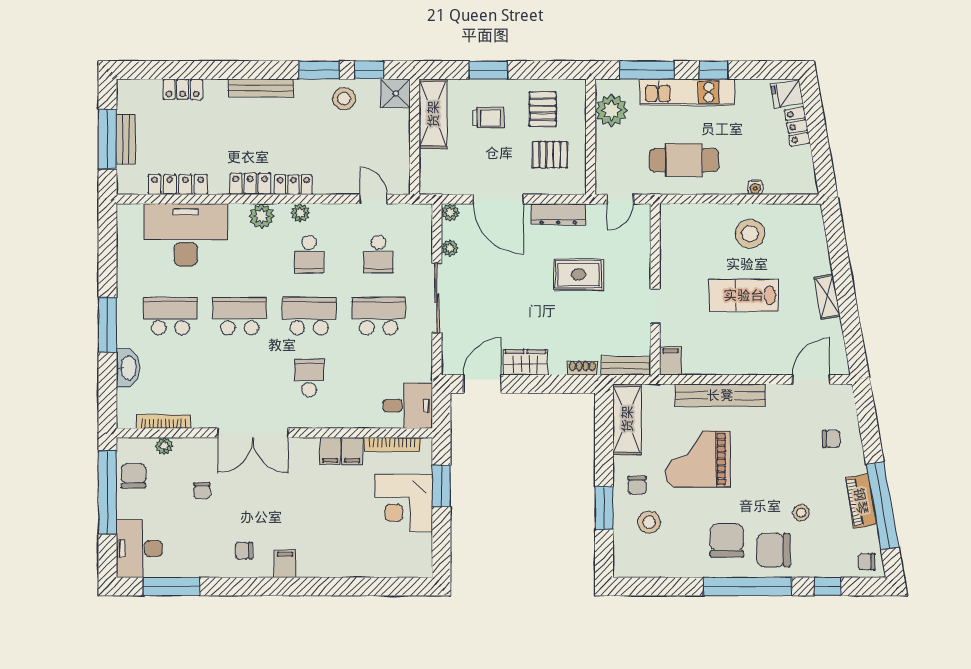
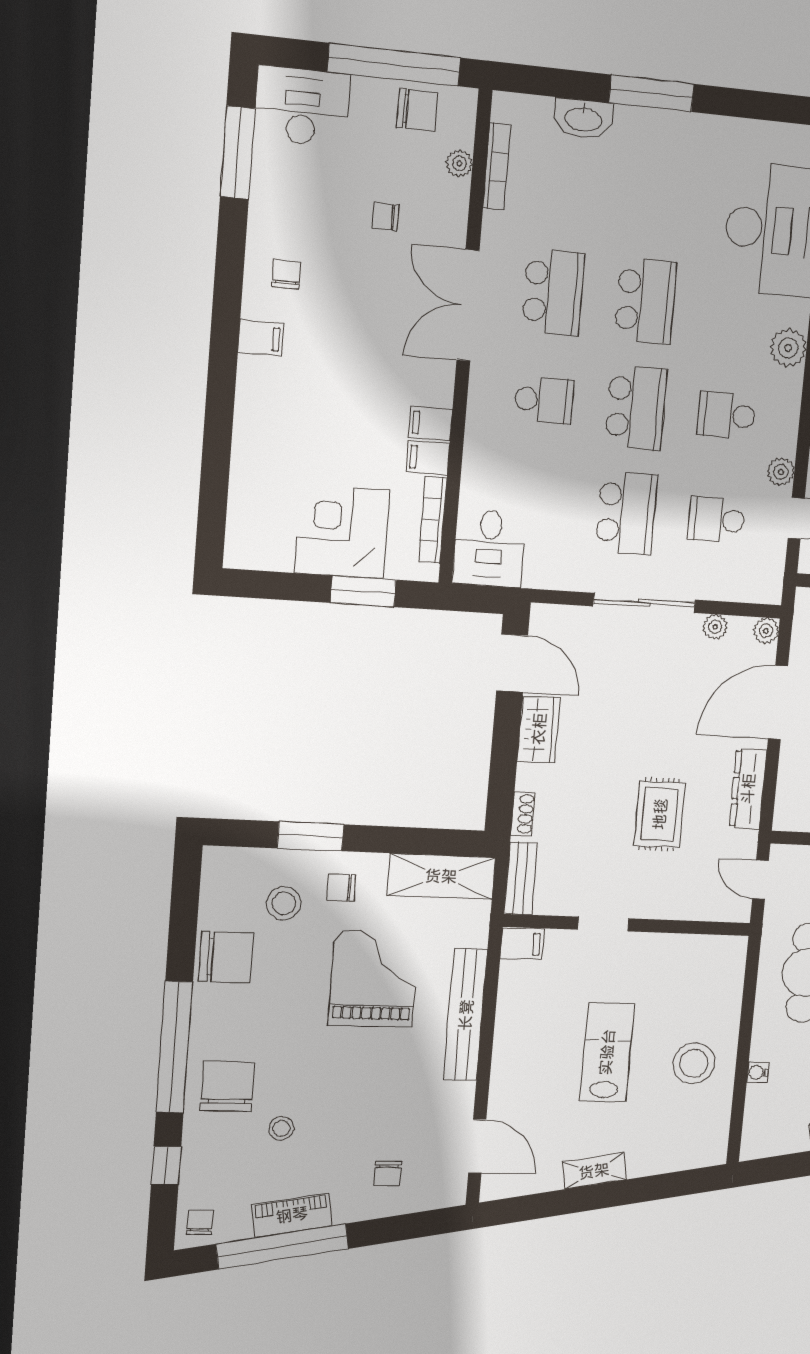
plant: (300, 213) -> (781, 472), moved
school desk: (170, 316) -> (553, 292), moved
chair: (727, 540) -> (226, 957), moved

